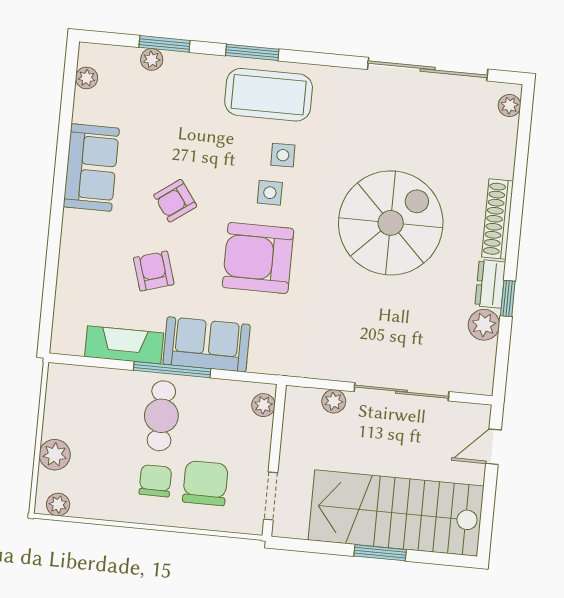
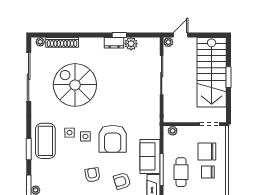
armchair: (175, 201) -> (92, 175), turned -153
shoe rack: (497, 219) -> (62, 42), moved
spiral stairs: (391, 223) -> (75, 85), moved
plant: (334, 401) -> (168, 42), moved
cafe table: (161, 416) -> (181, 172), turned 90
door: (494, 447) -> (181, 35), swing flipped

